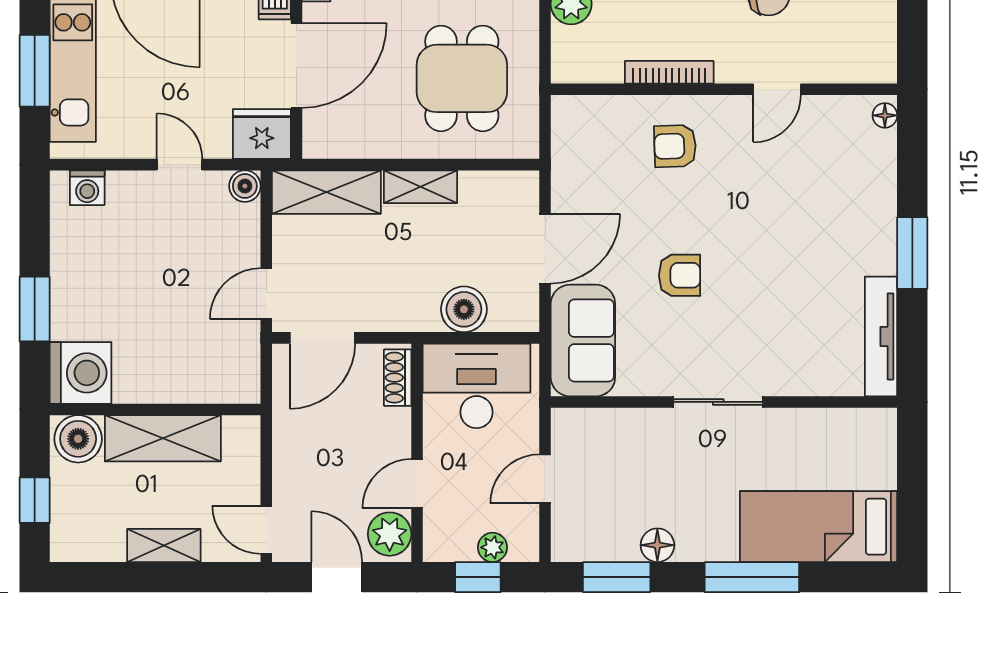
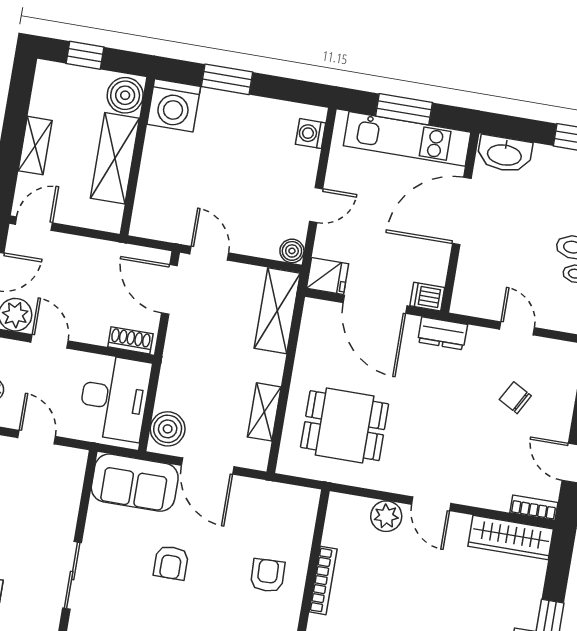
fridge: (262, 134) -> (327, 276), width x0.72
shelving: (420, 187) -> (264, 412), moved
boiler: (464, 309) -> (168, 429), moved

